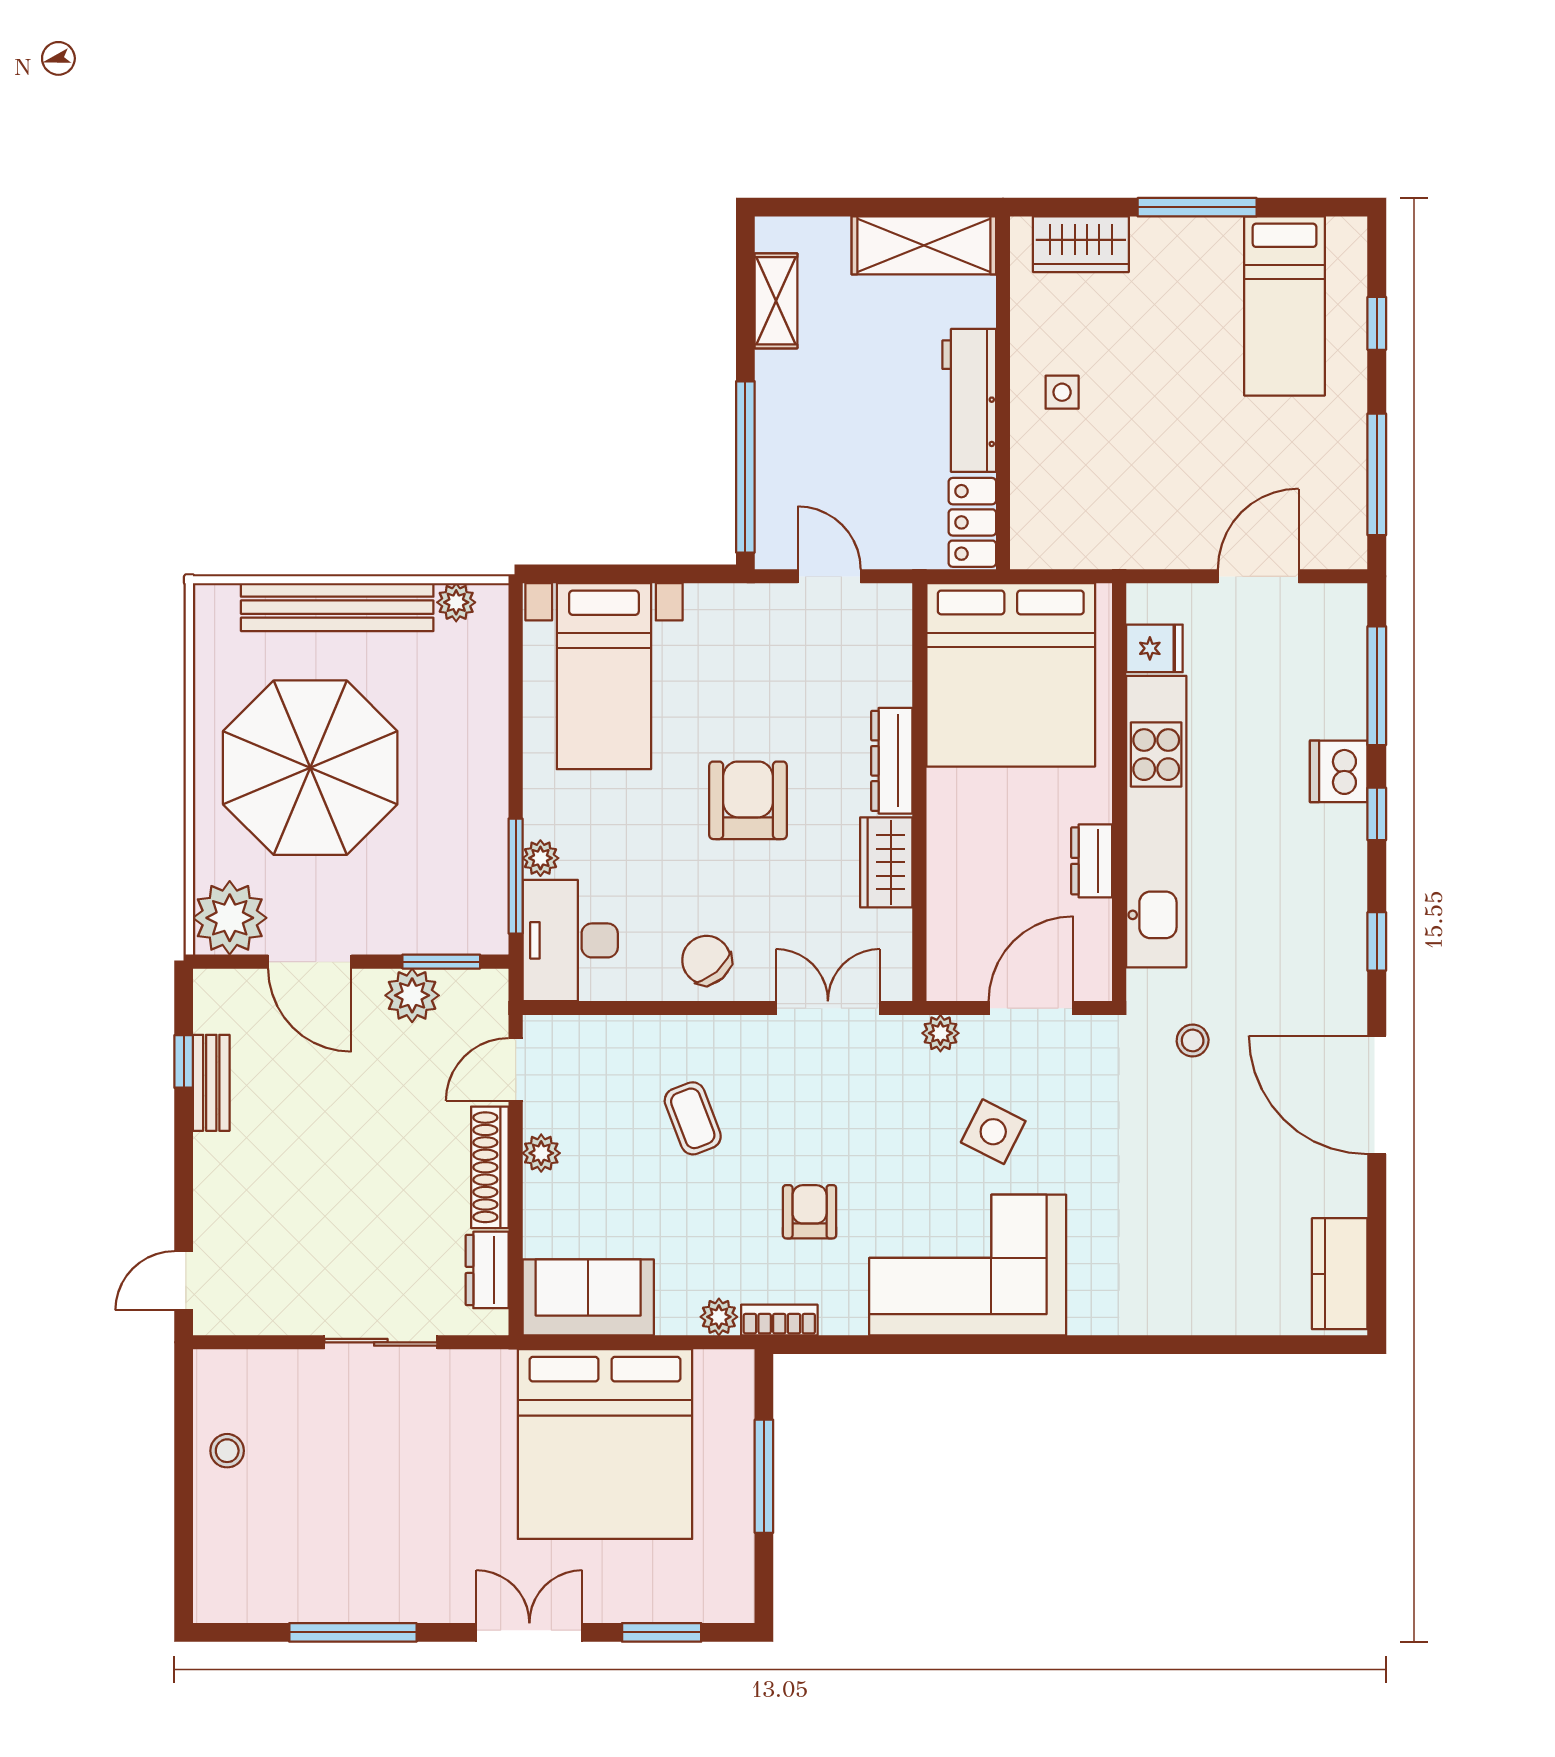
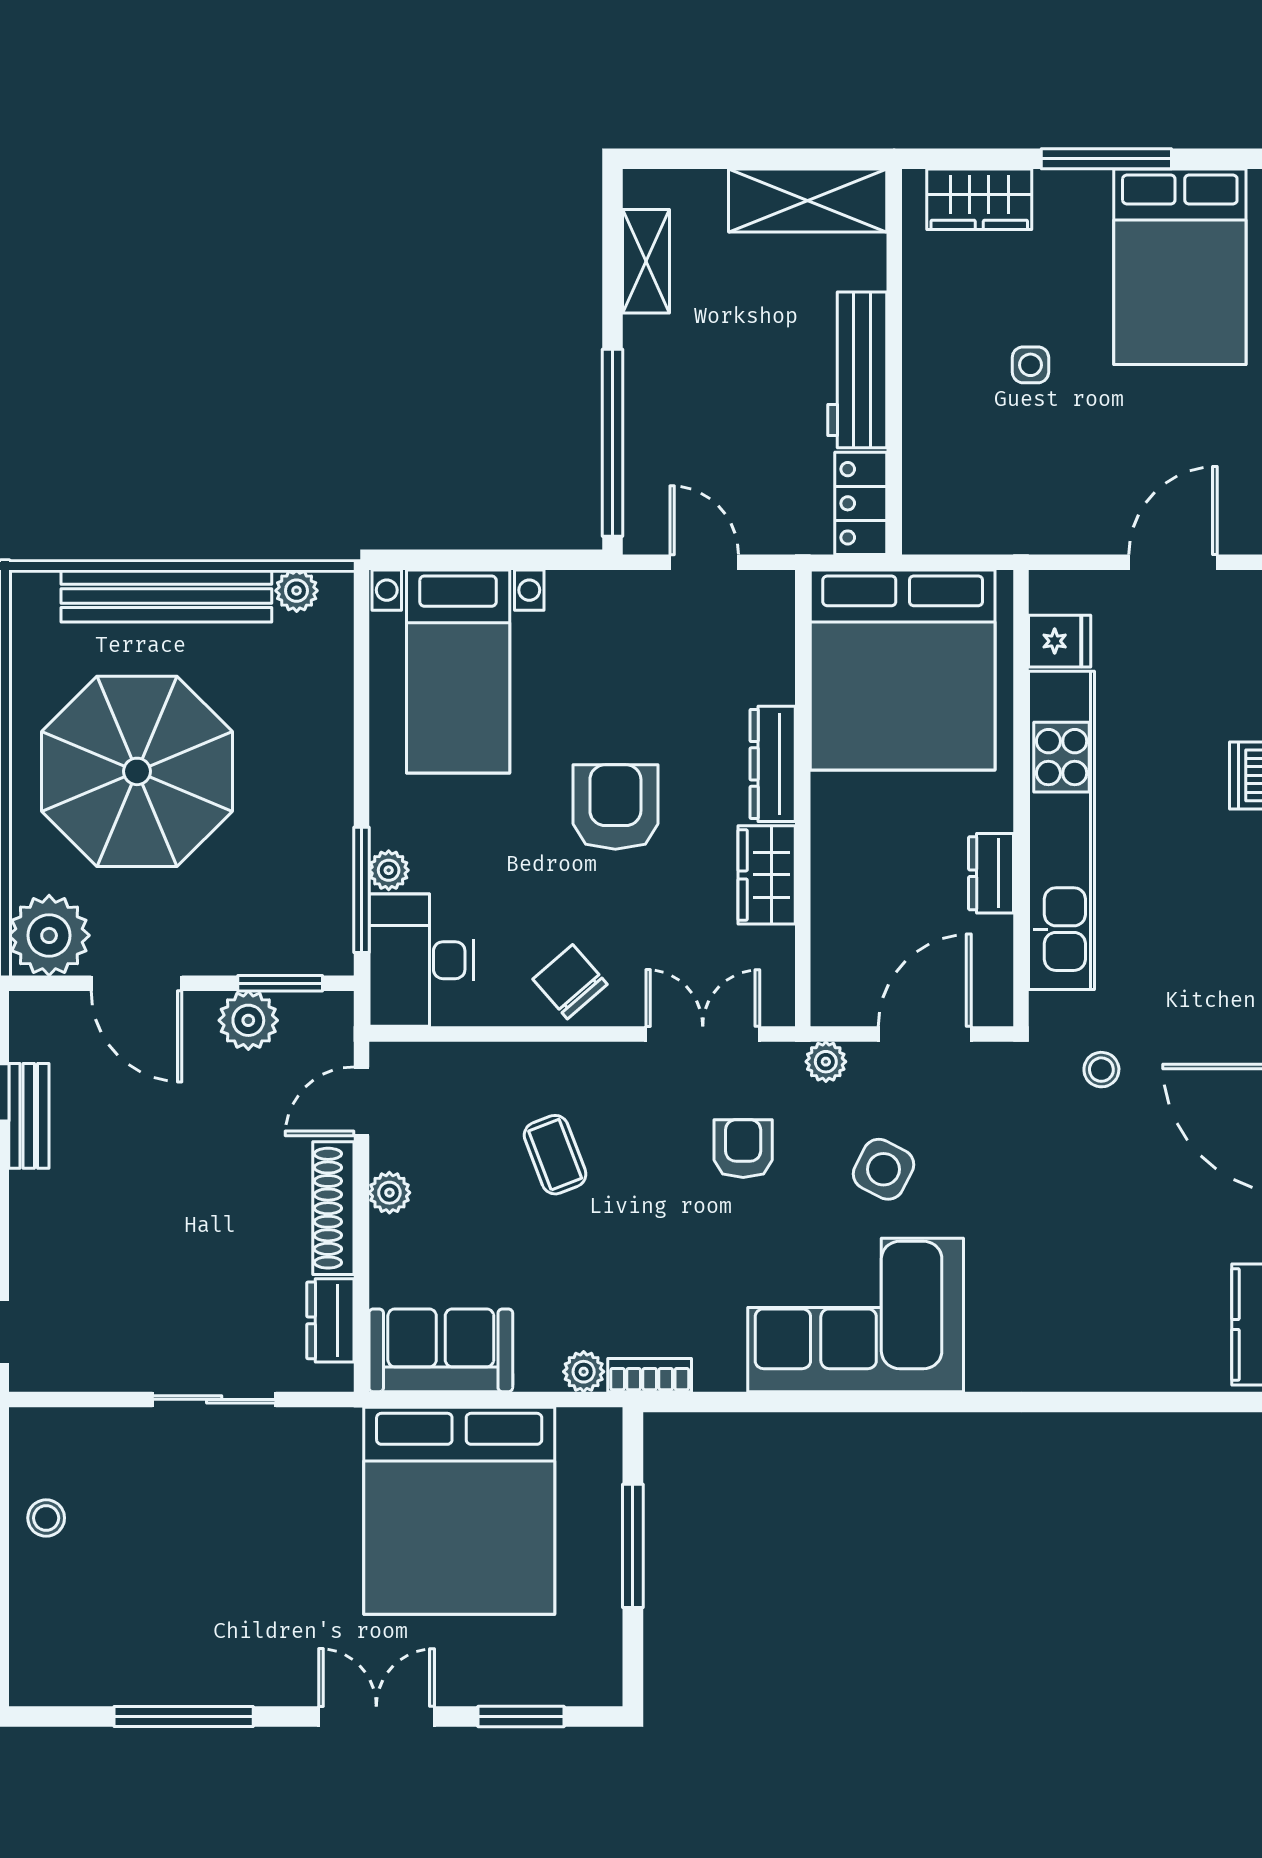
bed: (1285, 306) -> (1180, 267), width x1.50
side table: (1062, 392) -> (1030, 365), moved
armchair: (810, 1212) -> (743, 1149), moved

